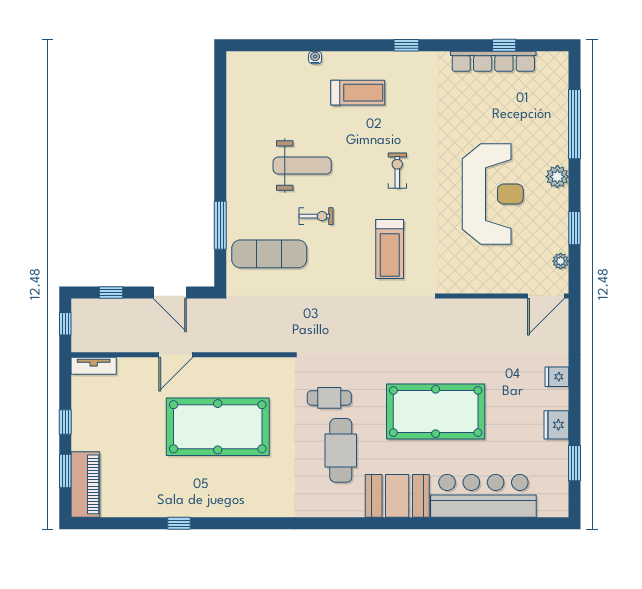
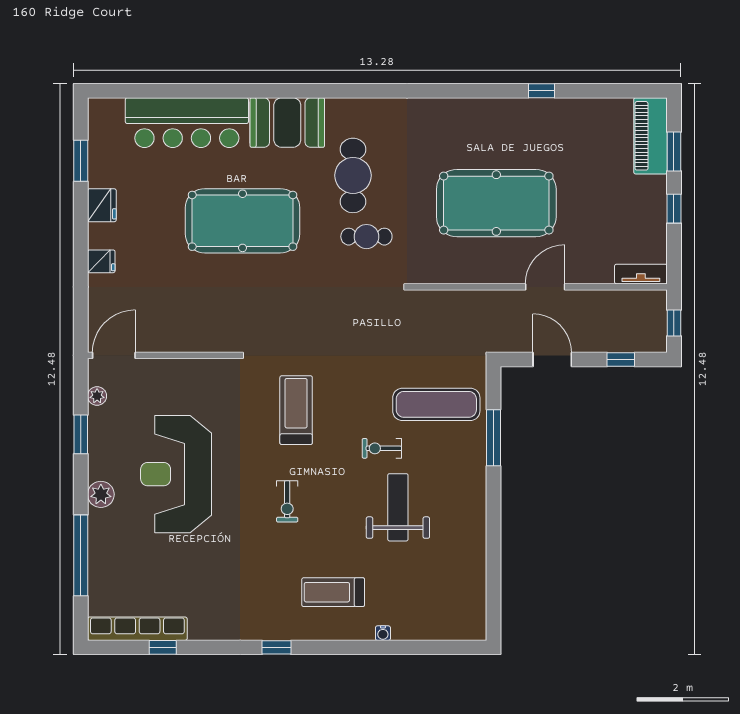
row of seats: (493, 61) -> (137, 629), moved
weight bench: (302, 166) -> (398, 507), turned 90

